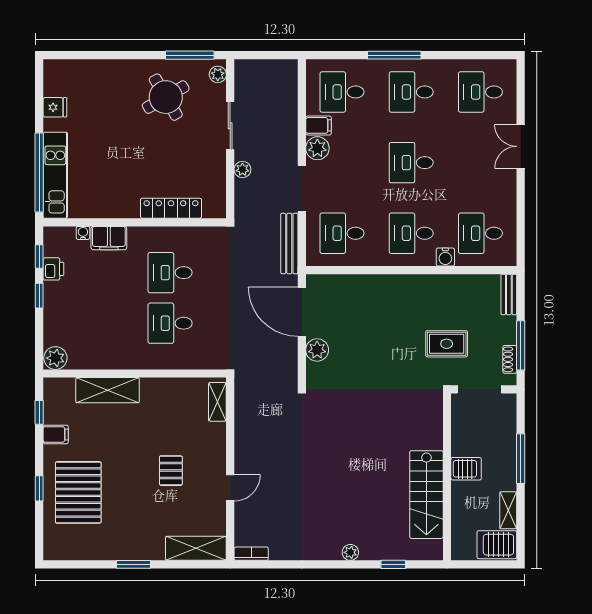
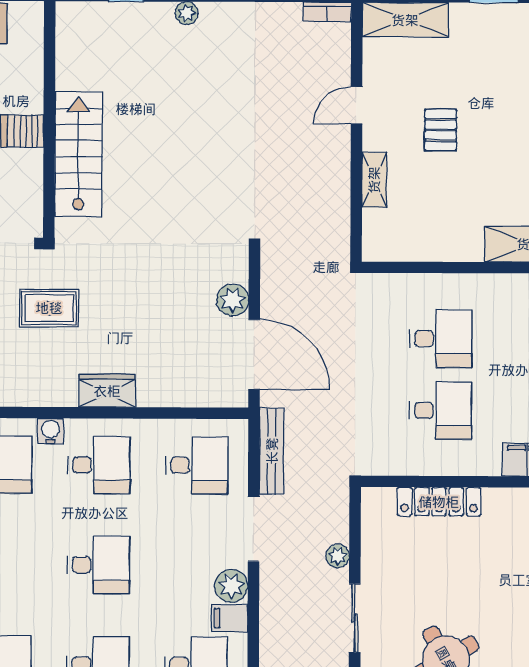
wardrobe: (406, 286) -> (107, 391), added
shelving: (217, 402) -> (374, 180), moved
stairs: (426, 495) -> (78, 154), moved

